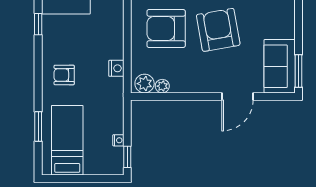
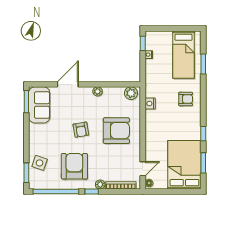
armchair: (218, 30) -> (81, 130), width x0.53, depth x0.53
plant: (162, 86) -> (98, 91), moved

